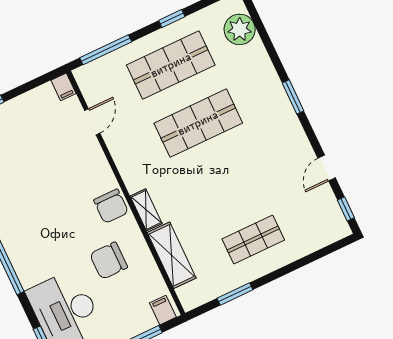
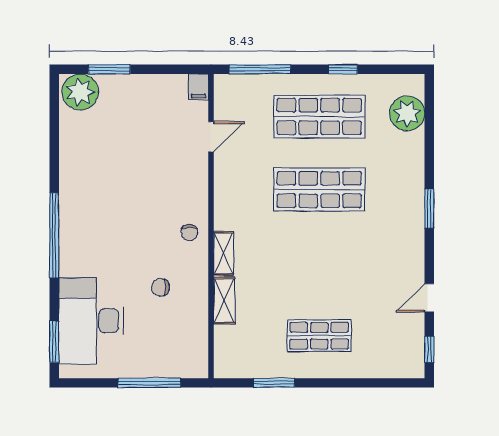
chair: (111, 206) -> (189, 233), width x0.54, depth x0.54
shelving: (172, 255) -> (224, 301), width x0.67, depth x0.75
chair: (109, 261) -> (160, 287), width x0.54, depth x0.54
filing cabinet: (163, 310) -> (192, 364), removed

